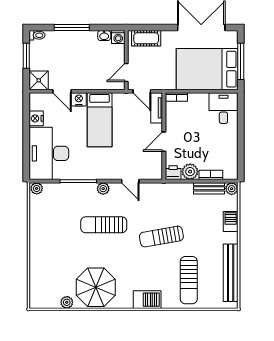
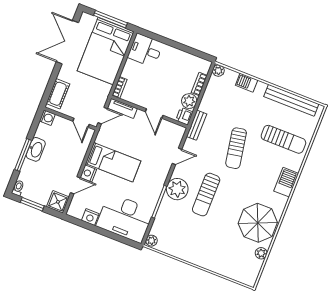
washbasin: (104, 36) -> (36, 149), moved, width x1.91, depth x1.45
bench: (209, 188) -> (197, 125), moved
plant: (103, 189) -> (177, 189), width x1.88, depth x1.88

